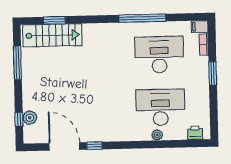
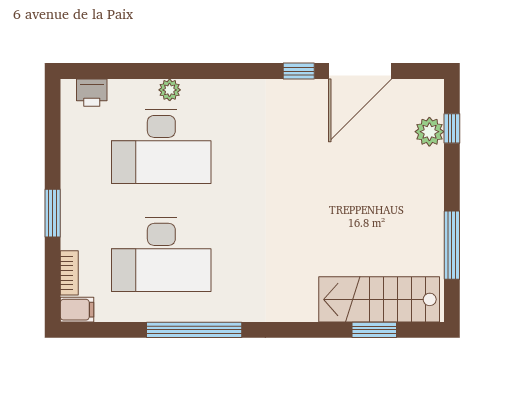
door: (64, 146) -> (360, 71), hinge flipped

